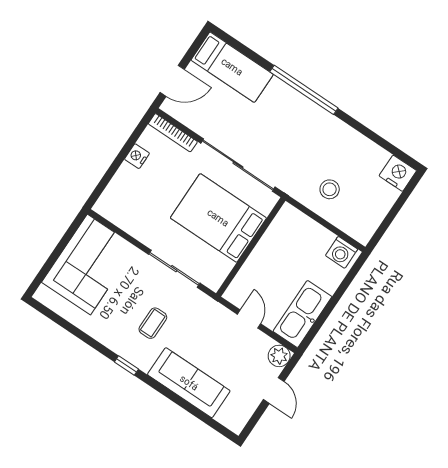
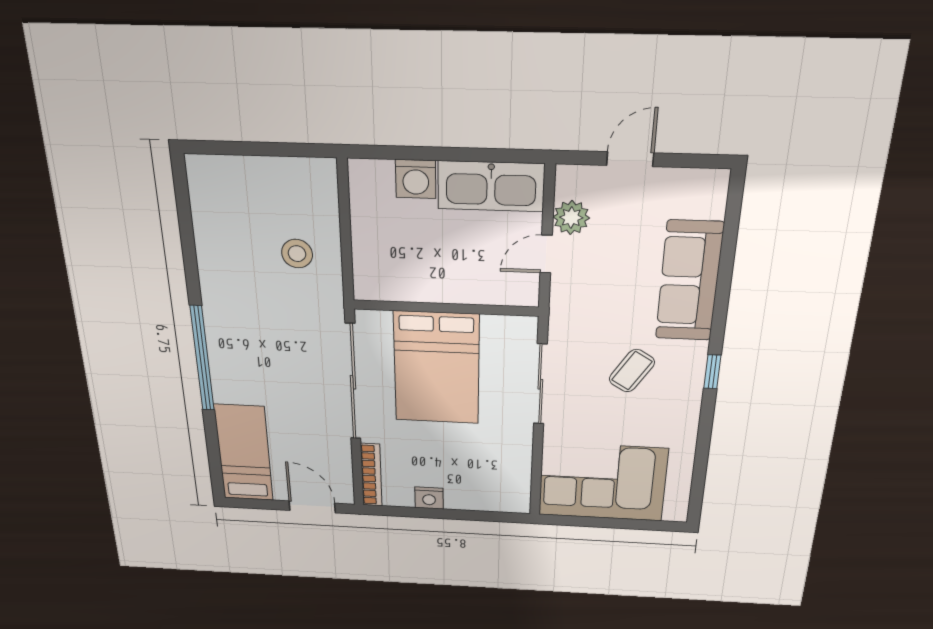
nightstand: (398, 173) -> (207, 177), removed
washing machine: (342, 252) -> (416, 179), moved, turned 90
coffee table: (153, 323) -> (632, 371), turned -58
plant: (279, 356) -> (571, 218), moved

